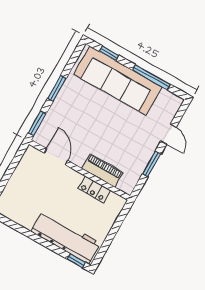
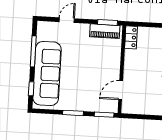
window: (152, 164) -> (107, 22), moved
piano: (102, 171) -> (105, 31), moved, turned -90
locker: (94, 189) -> (131, 37), moved

